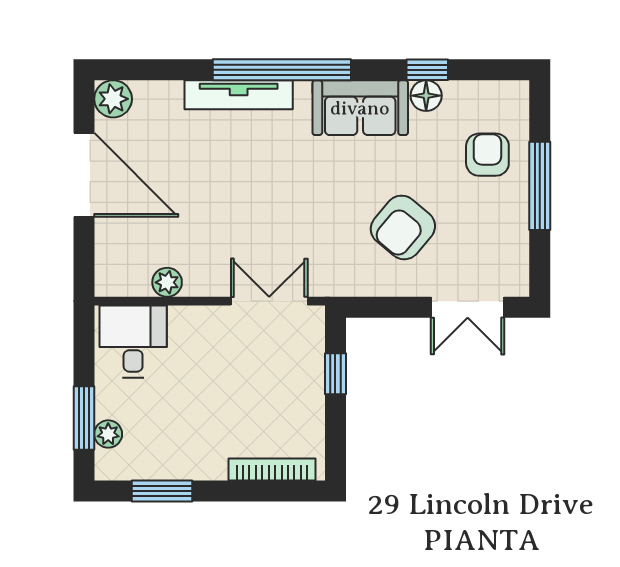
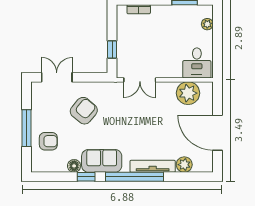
window: (427, 70) -> (86, 177), moved
plant: (113, 99) -> (184, 165), moved
armchair: (487, 155) -> (48, 141), turned -90
plant: (167, 282) -> (188, 93), width x1.88, depth x1.88
window: (84, 418) -> (217, 31), removed
bookcase: (272, 469) -> (139, 9), width x0.64

